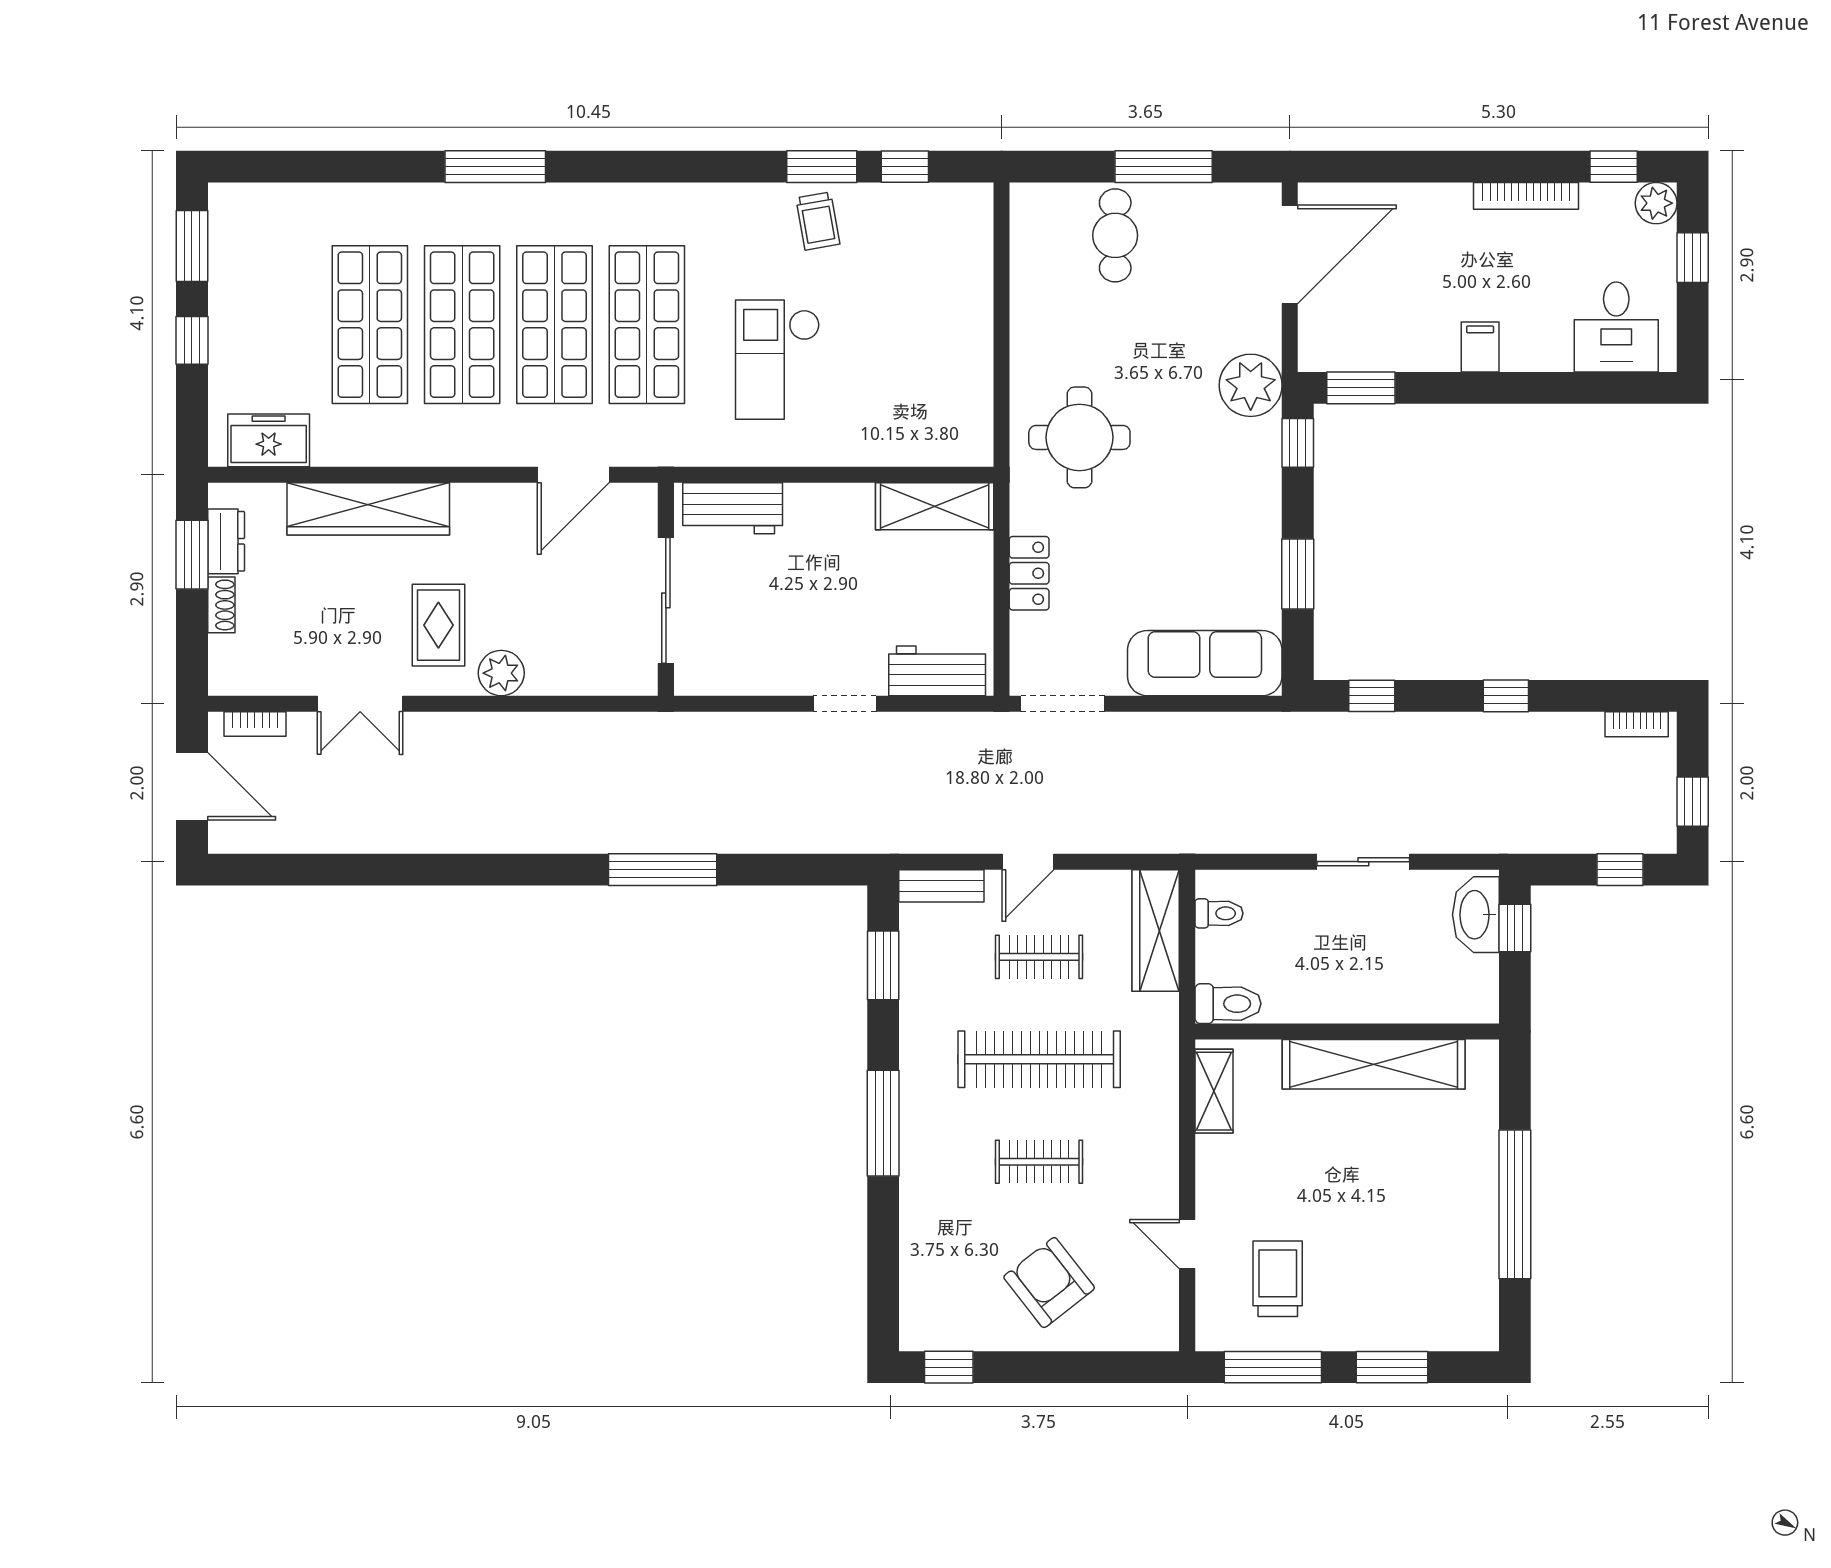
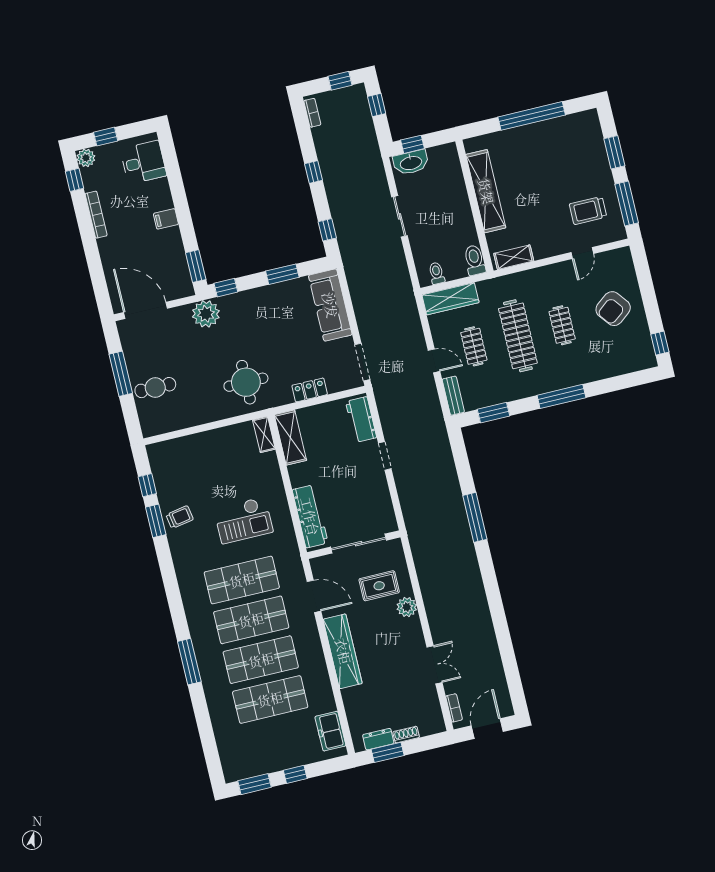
shelving: (955, 450) -> (264, 434), added
workbench: (733, 508) -> (310, 516), width x1.38
wardrobe: (368, 509) -> (343, 651), moved
rug: (438, 625) -> (379, 586), moved

